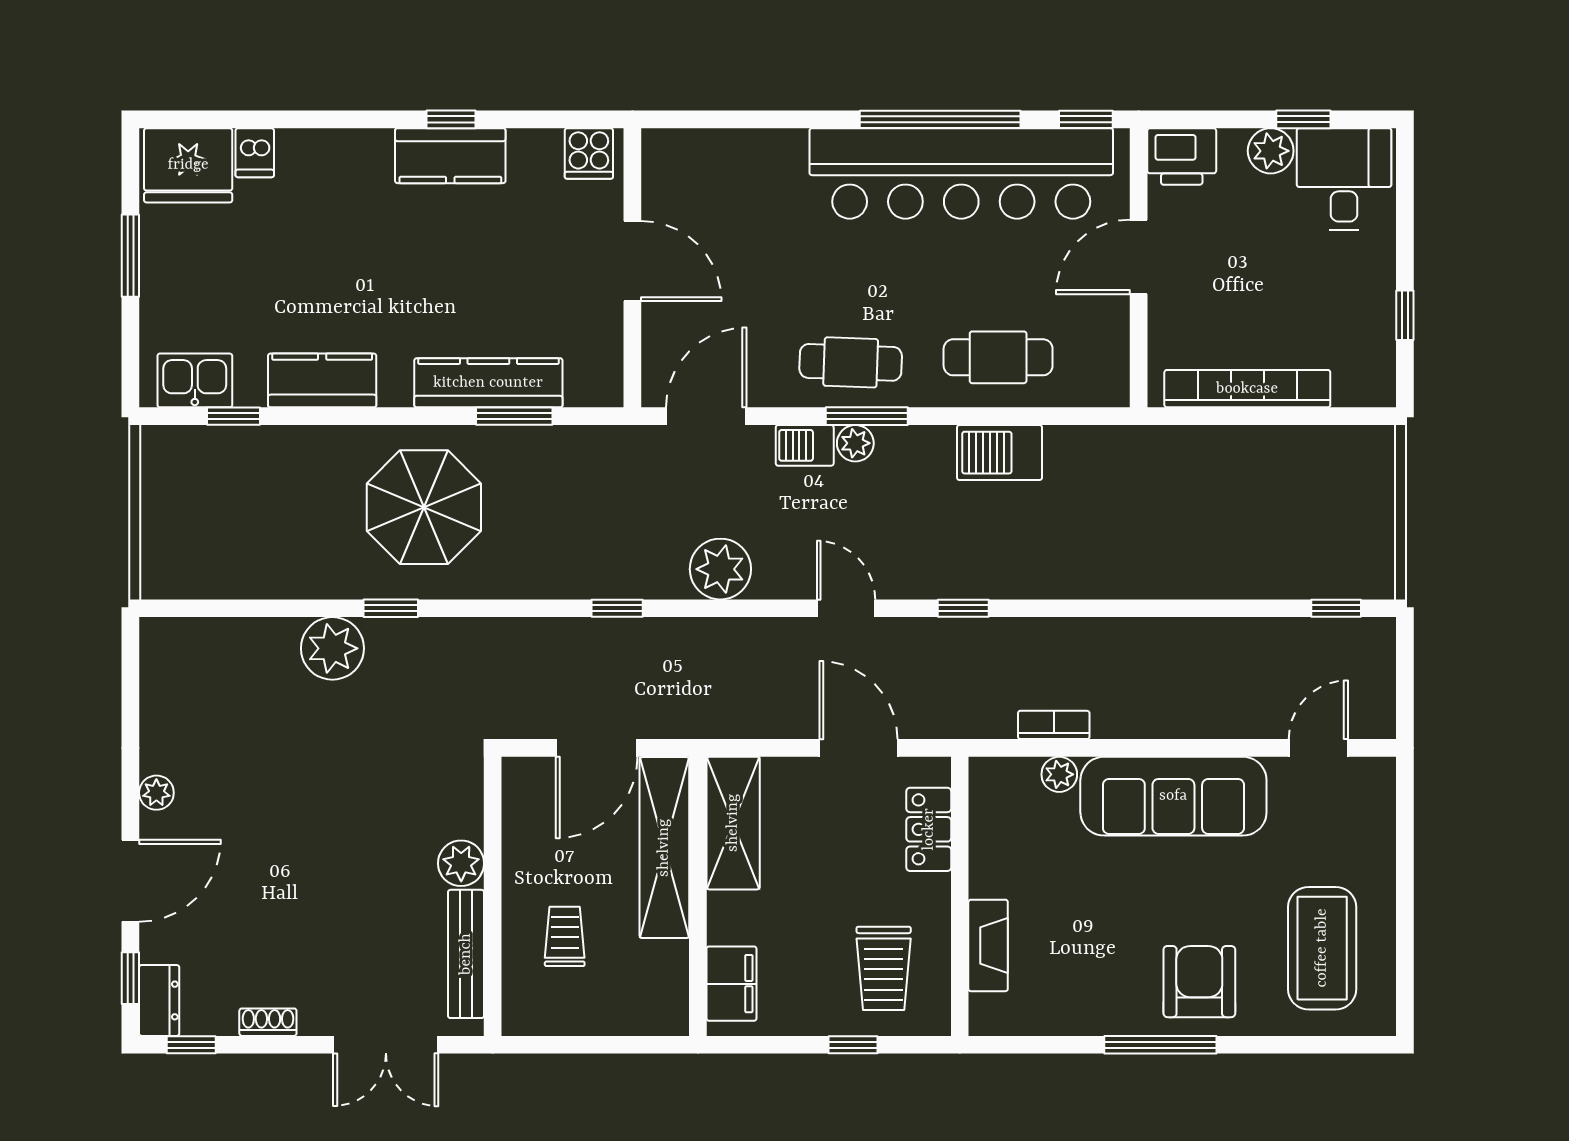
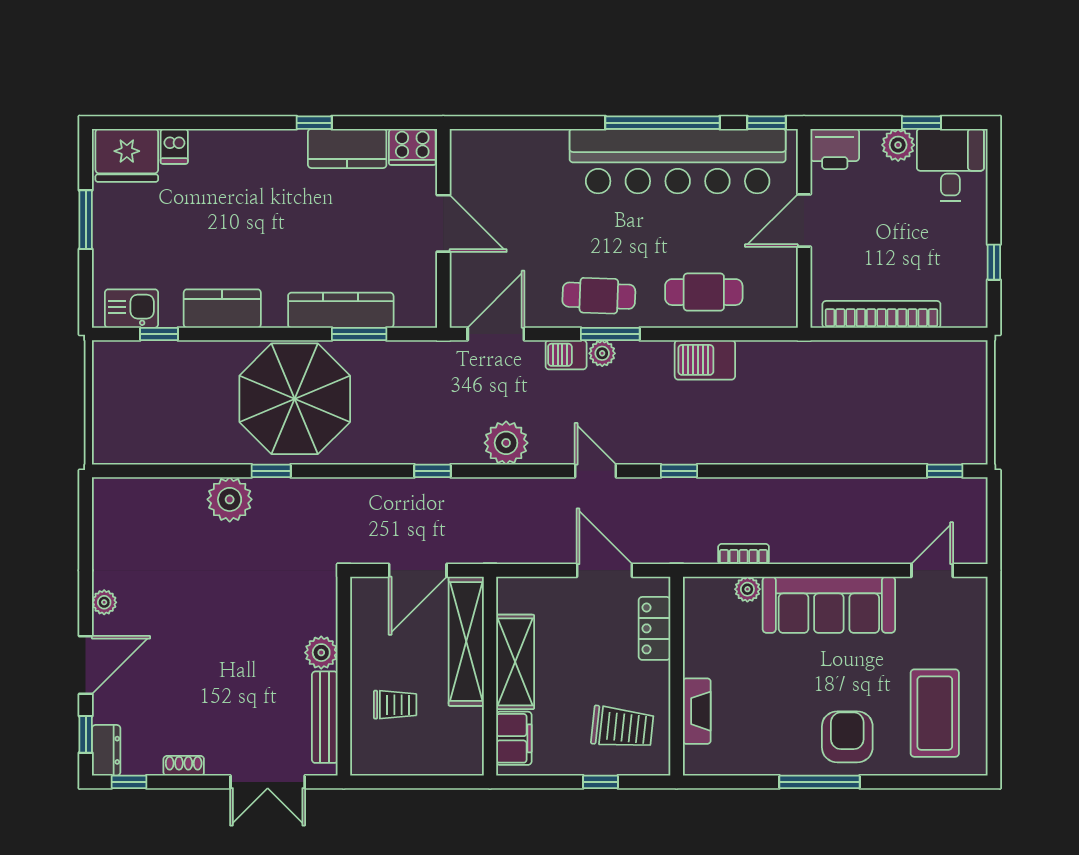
cooker: (589, 153) -> (412, 147), width x1.36
kitchen counter: (450, 156) -> (347, 148), moved
parasol: (424, 507) -> (295, 399), width x1.36, depth x1.36
shelving: (733, 823) -> (515, 662), moved
trolley: (565, 936) -> (395, 705), turned 90
trolley: (884, 968) -> (622, 727), turned -84

